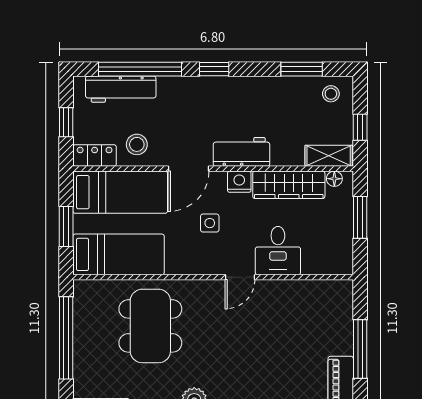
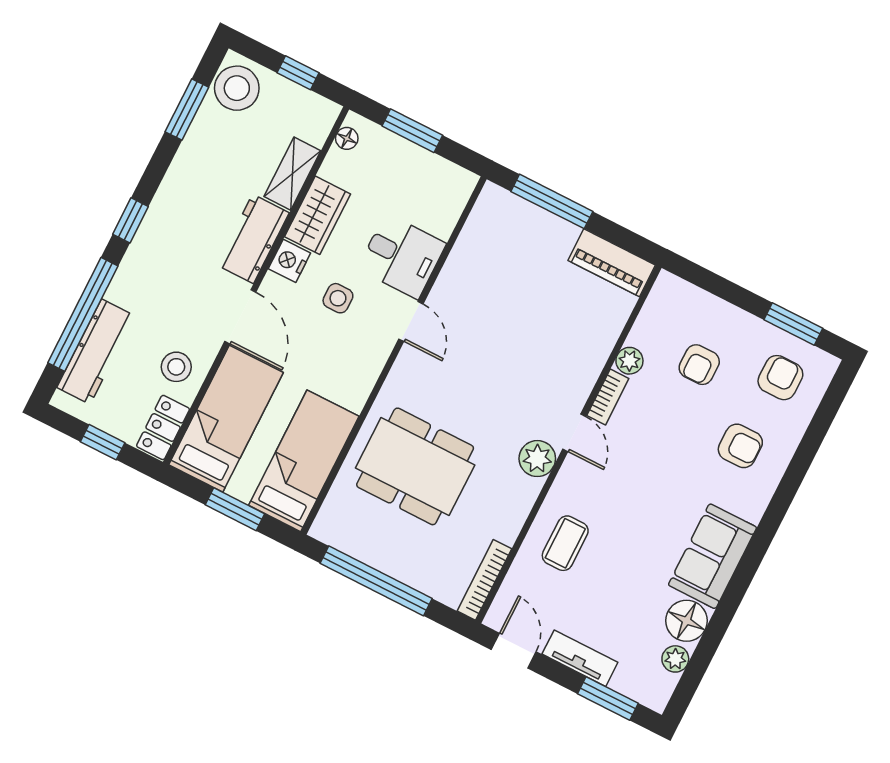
stool: (331, 94) -> (237, 88), width x1.89, depth x1.89
shelving: (329, 156) -> (292, 174), moved
wardrobe: (289, 185) -> (318, 215), width x0.67
side table: (210, 223) -> (338, 298), moved
window: (360, 349) -> (552, 201), moved

